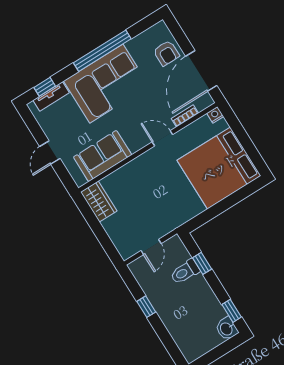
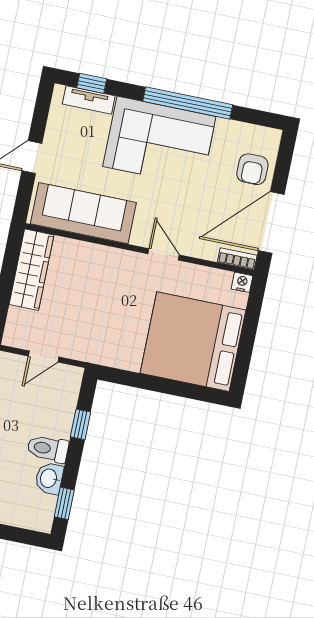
bookcase: (185, 116) -> (237, 259), moved
sofa: (103, 156) -> (83, 213), width x1.36
wardrobe: (99, 202) -> (32, 270), width x1.50
toilet: (185, 272) -> (48, 449), moved
washbasin: (227, 329) -> (49, 478), moved

